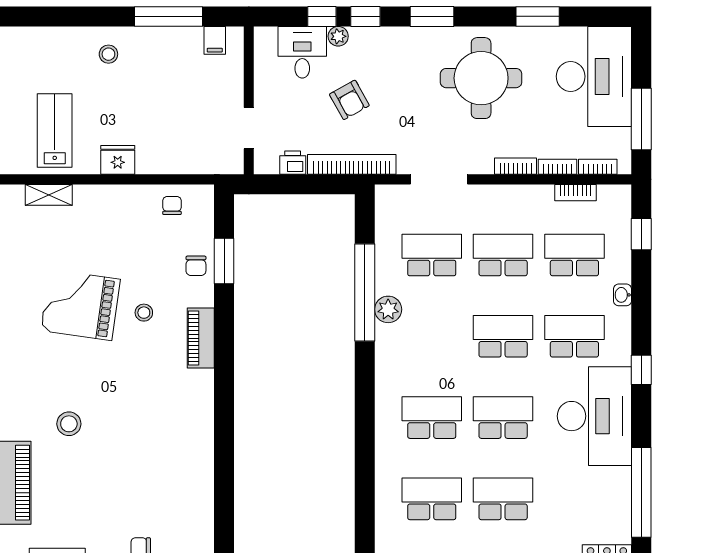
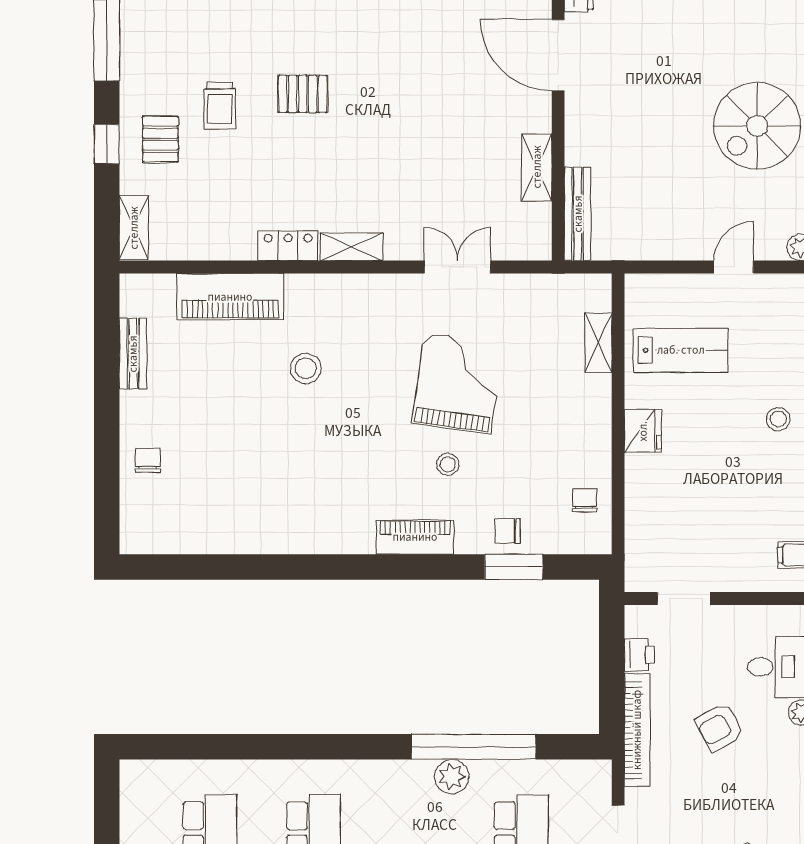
chair: (172, 206) -> (585, 500), turned -90

